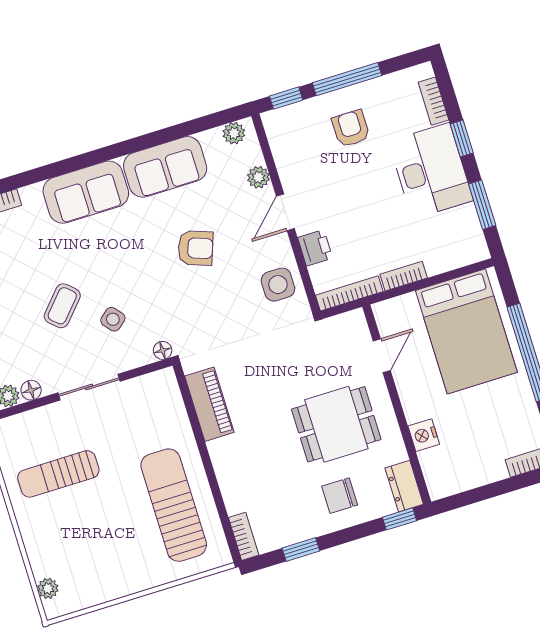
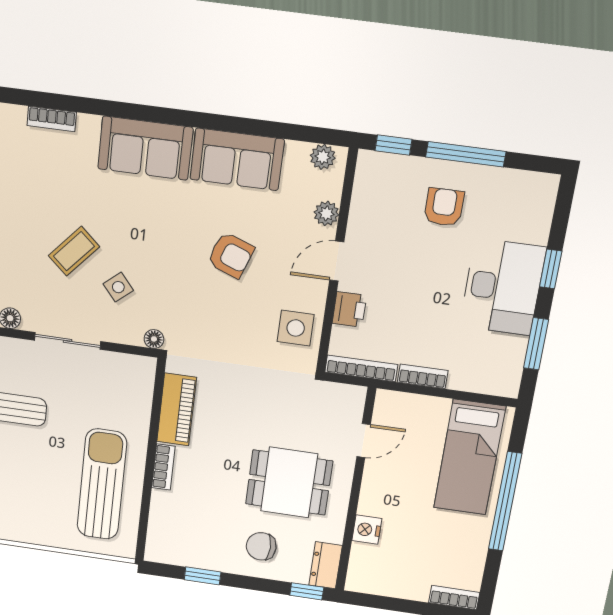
bookcase: (433, 101) -> (542, 218), removed
bed: (466, 331) -> (470, 457), width x0.67
bookcase: (244, 536) -> (163, 467), moved

